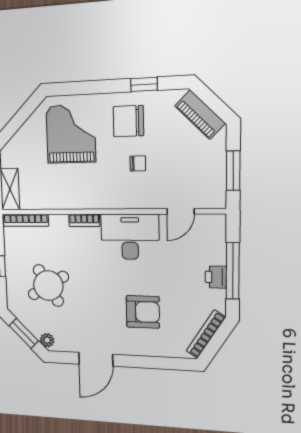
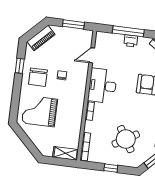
door: (181, 211) -> (92, 55), swing flipped

